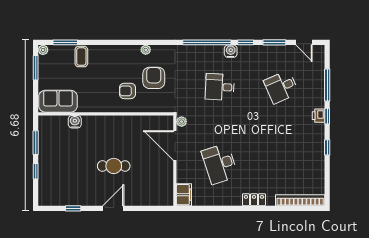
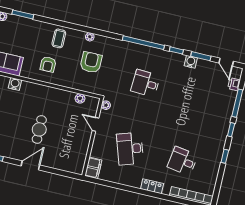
water cooler: (231, 51) -> (191, 62), moved
coffee table: (81, 57) -> (59, 38), moved
desk: (281, 87) -> (182, 161), moved, turned 33
armchair: (127, 91) -> (48, 64), moved, turned -90
printer: (318, 116) -> (234, 84), moved
plant: (151, 121) -> (80, 98), added
door: (175, 146) -> (96, 124), width x0.53
cafe table: (114, 166) -> (39, 129), turned 90

